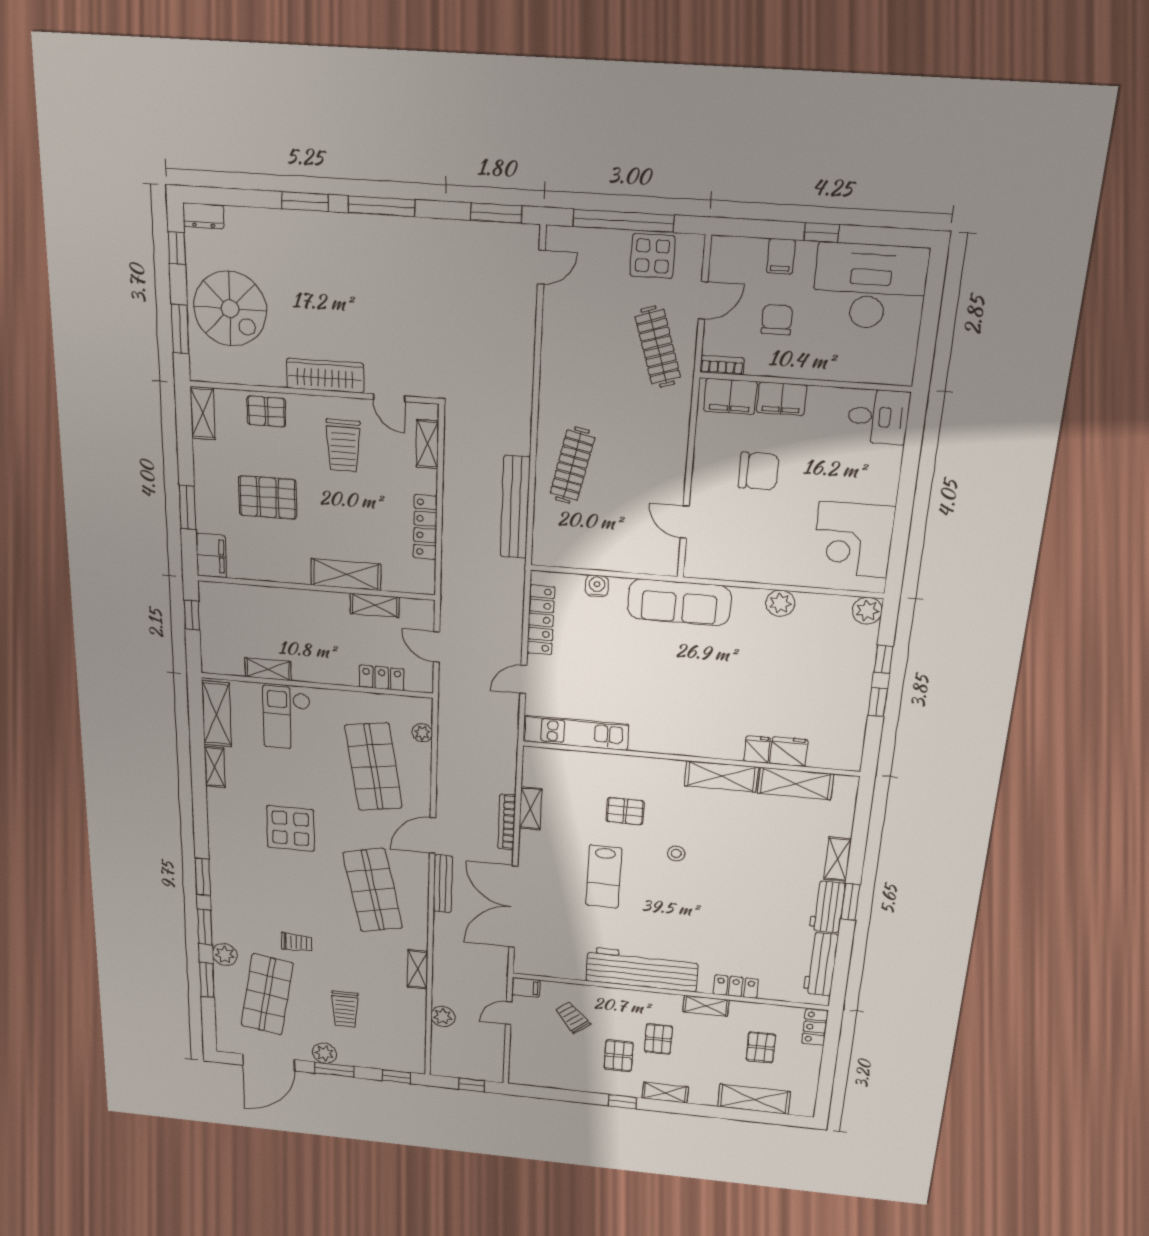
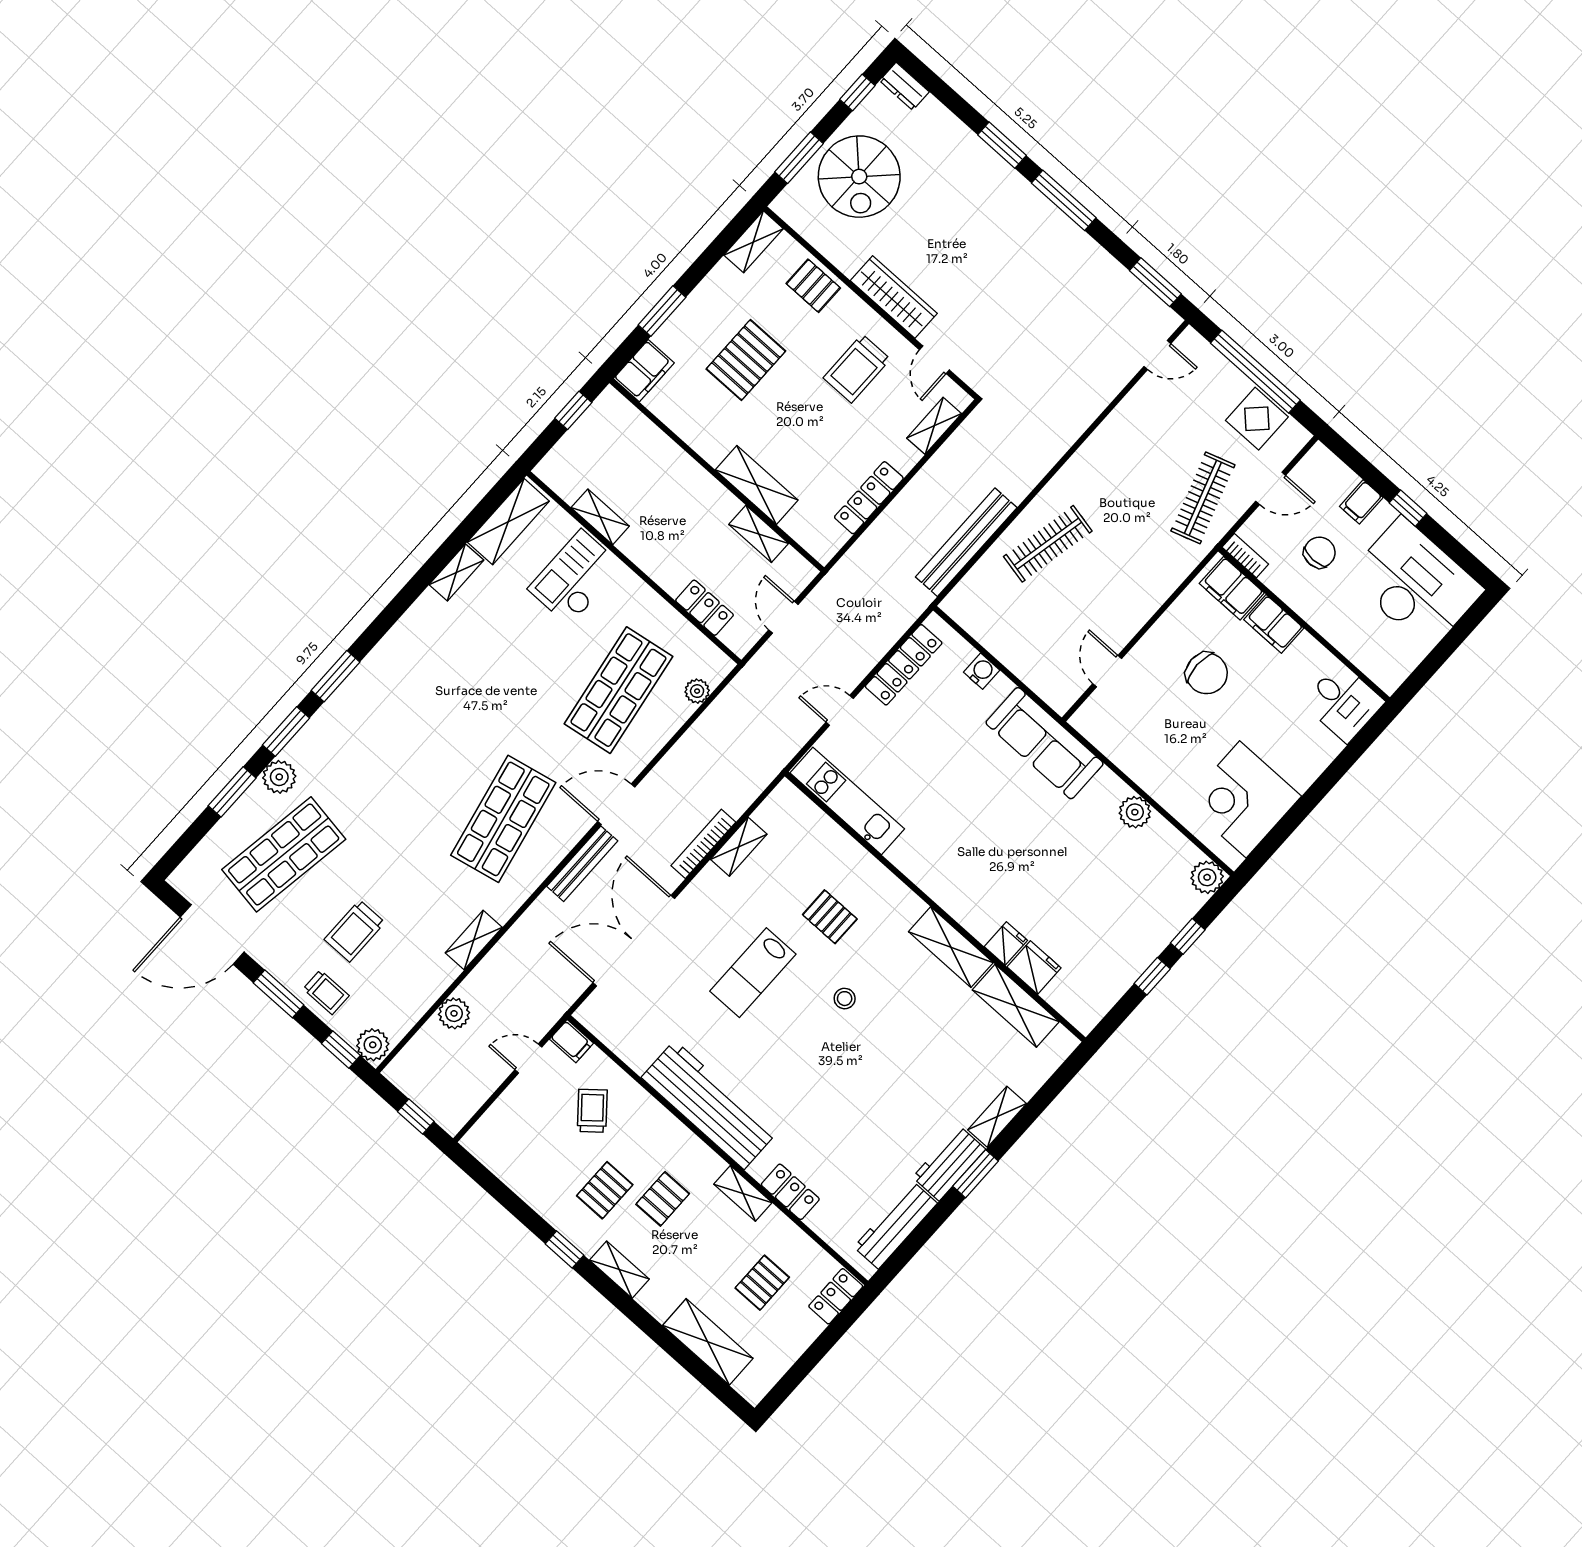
pallet: (268, 497) -> (746, 360), turned 90
display table: (290, 828) -> (476, 692), removed
trolley: (297, 942) -> (326, 992), moved
plant: (324, 1053) -> (373, 1045), moved

